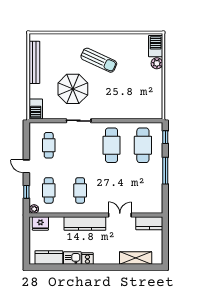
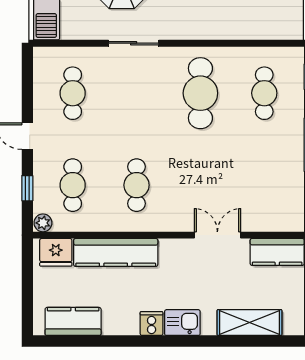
cafe table: (143, 145) -> (264, 93), width x0.73, depth x0.74
kitchen counter: (85, 224) -> (116, 252), moved
kitchen sink: (72, 258) -> (182, 323), moved

